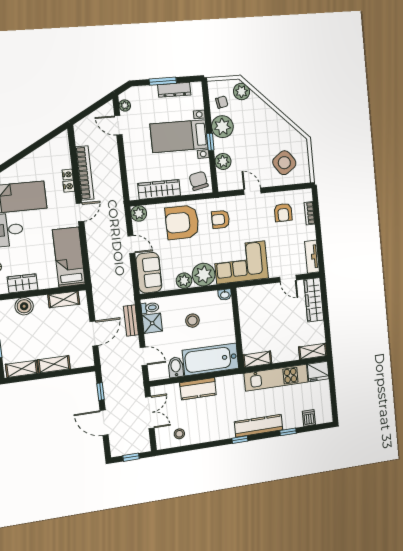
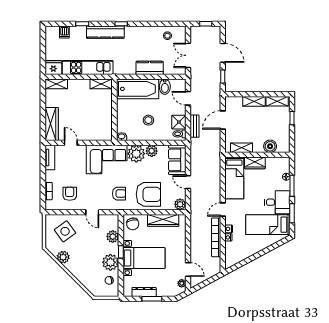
plant: (242, 92) -> (63, 257), moved
wardrobe: (22, 283) -> (255, 163), moved

